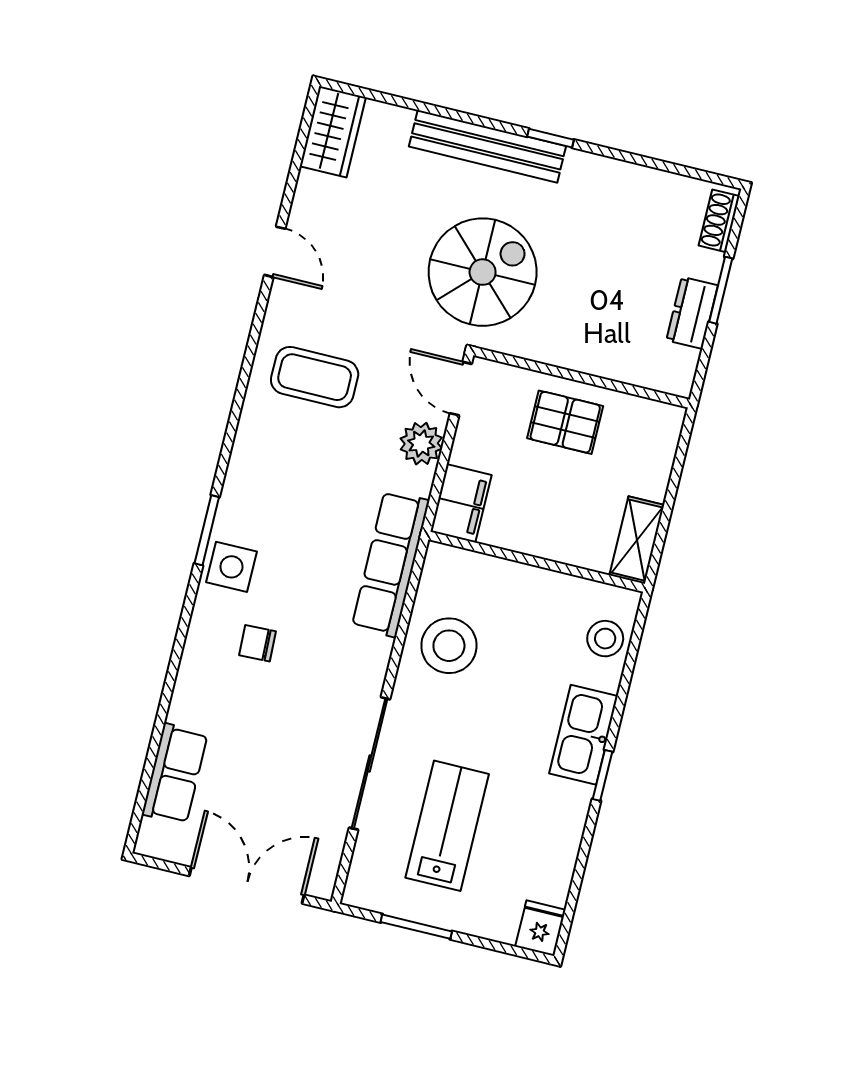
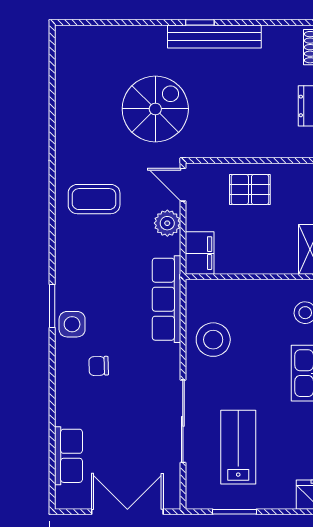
wardrobe: (333, 132) -> (69, 50), removed
bench: (487, 146) -> (214, 36), moved
door: (275, 252) -> (52, 130), removed
spiral stairs: (483, 272) -> (155, 109), moved

